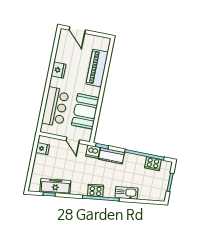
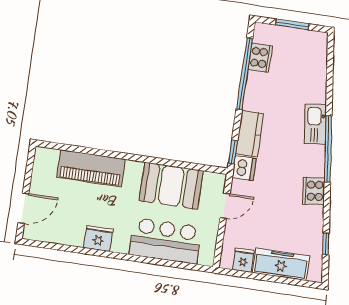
freezer: (55, 186) -> (281, 264), moved, turned 97
cooker: (96, 190) -> (314, 191), moved
kitchen sink: (126, 193) -> (315, 124), moved

